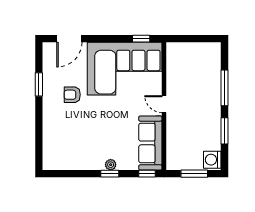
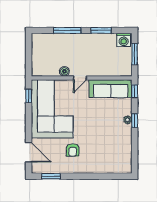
window: (39, 84) -> (51, 176), moved
boiler: (172, 84) -> (64, 71), added

